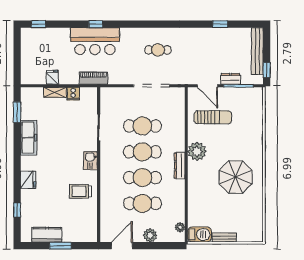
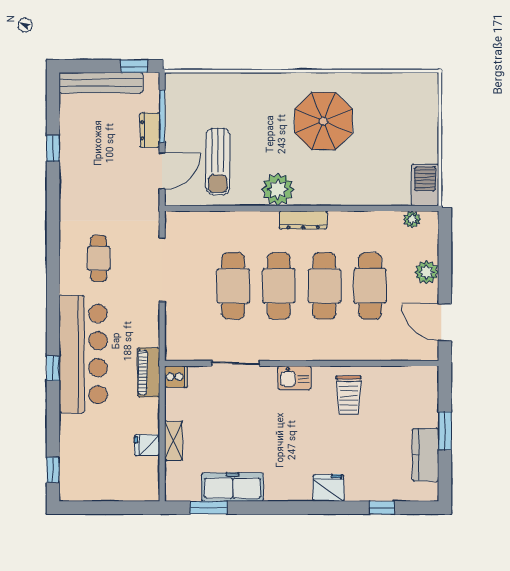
bar counter: (95, 41) -> (83, 354), width x1.36
cooker: (73, 94) -> (176, 377), moved
sun lounger: (213, 117) -> (218, 161), turned 180
freezer: (29, 138) -> (232, 487), moved
bench: (224, 238) -> (431, 141), removed

